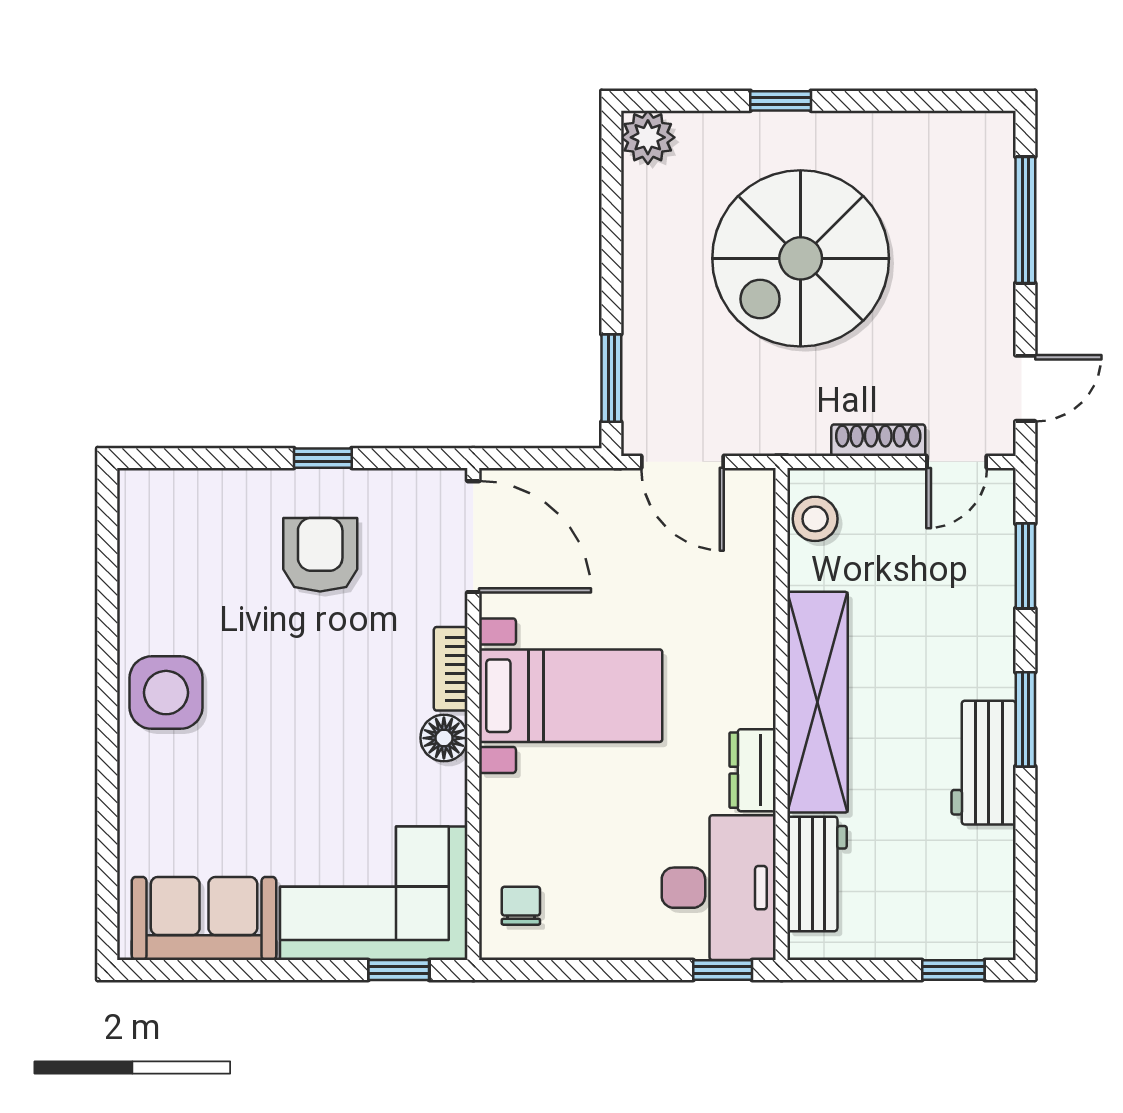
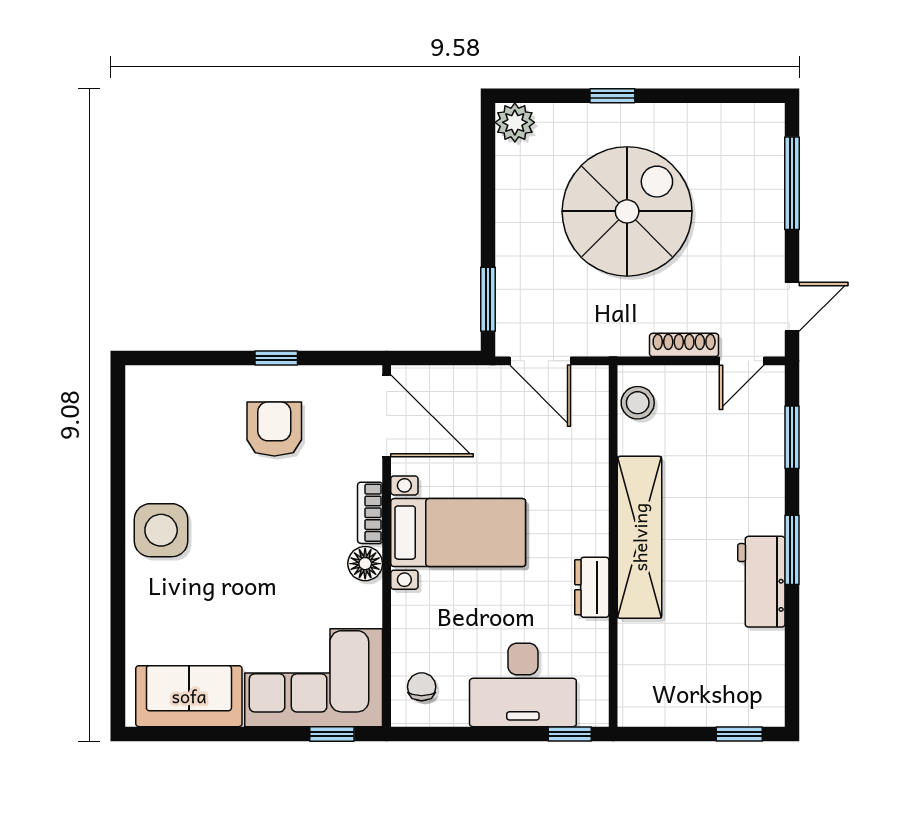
spiral stairs: (801, 258) -> (627, 211), turned 180
workbench: (817, 874) -> (639, 663), removed
desk: (719, 888) -> (523, 685), moved, turned 90

